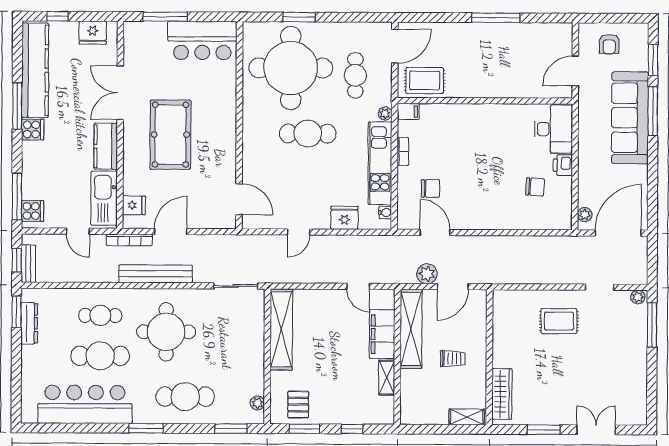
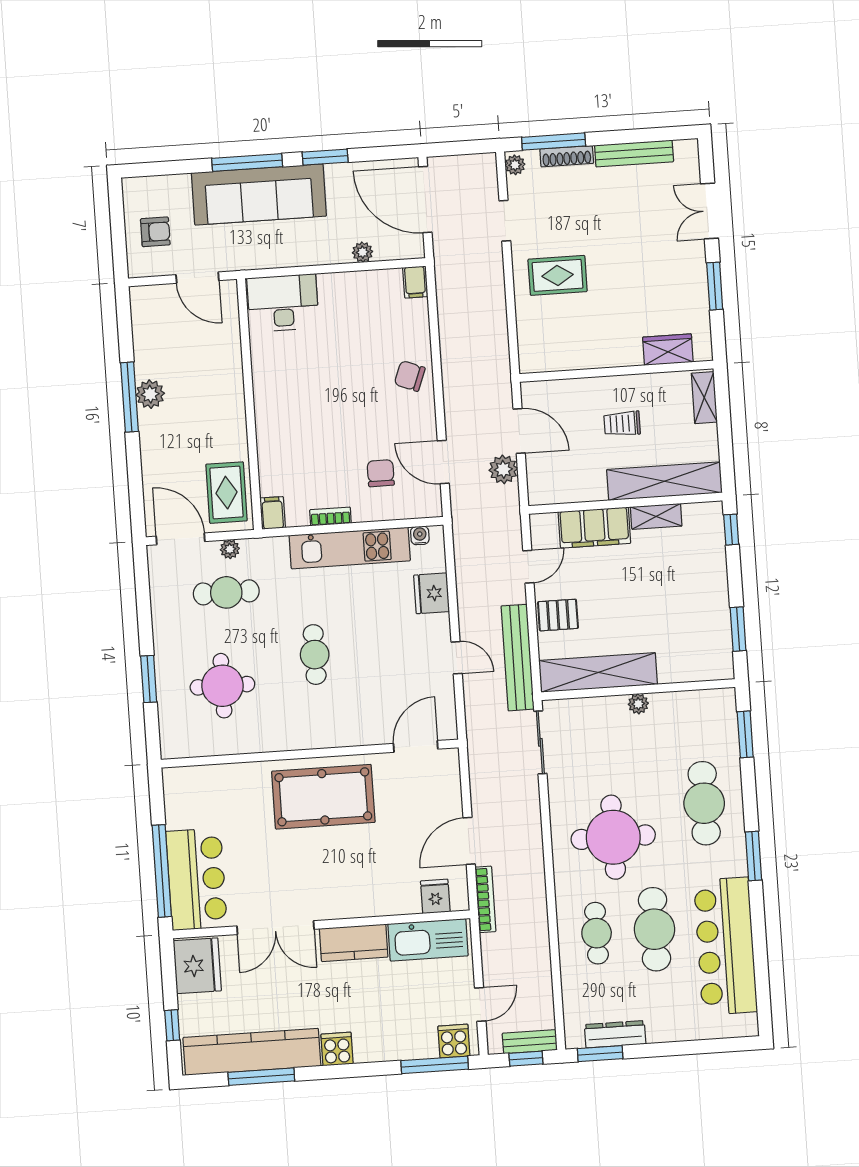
window: (165, 17) -> (162, 871), width x1.46
plant: (497, 32) -> (150, 394), added
fridge: (93, 33) -> (197, 966), width x1.36, depth x1.34
bar counter: (202, 41) -> (196, 879), moved
window: (653, 60) -> (325, 157), moved
round table: (291, 68) -> (222, 686), width x0.54, depth x0.54
window: (17, 106) -> (261, 1077), moved
plant: (385, 113) -> (230, 549), moved
cafe table: (308, 134) -> (315, 655), width x0.73, depth x0.74
pool table: (170, 135) -> (323, 797), moved
printer: (563, 165) -> (334, 286), removed
chair: (535, 187) -> (410, 376), moved, turned -73
plant: (585, 215) -> (363, 252), moved
filing cabinet: (561, 222) -> (415, 282), added
door: (78, 231) -> (480, 1004), moved
door: (171, 232) -> (469, 841), hinge flipped
door: (435, 232) -> (443, 462), hinge flipped
bench: (156, 274) -> (518, 658), moved
rug: (559, 321) -> (558, 275), turned 90
shelving: (411, 329) -> (664, 481), moved
shoe rack: (641, 333) -> (567, 156), added
trolley: (453, 359) -> (622, 424), turned -90
bench: (640, 380) -> (634, 154), added
wardrobe: (502, 394) -> (668, 350), width x0.67
plant: (257, 403) -> (638, 704), moved
pallet: (298, 405) -> (558, 615), moved
window: (352, 429) -> (731, 530), moved

